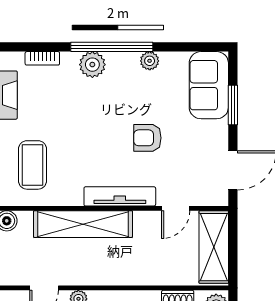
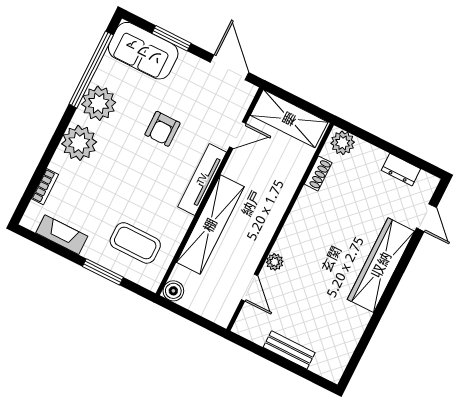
window: (112, 47) -> (91, 70), moved
plant: (150, 61) -> (99, 103), width x1.87, depth x1.87
plant: (92, 65) -> (79, 143), width x1.36, depth x1.36
door: (176, 208) -> (238, 135), hinge flipped

